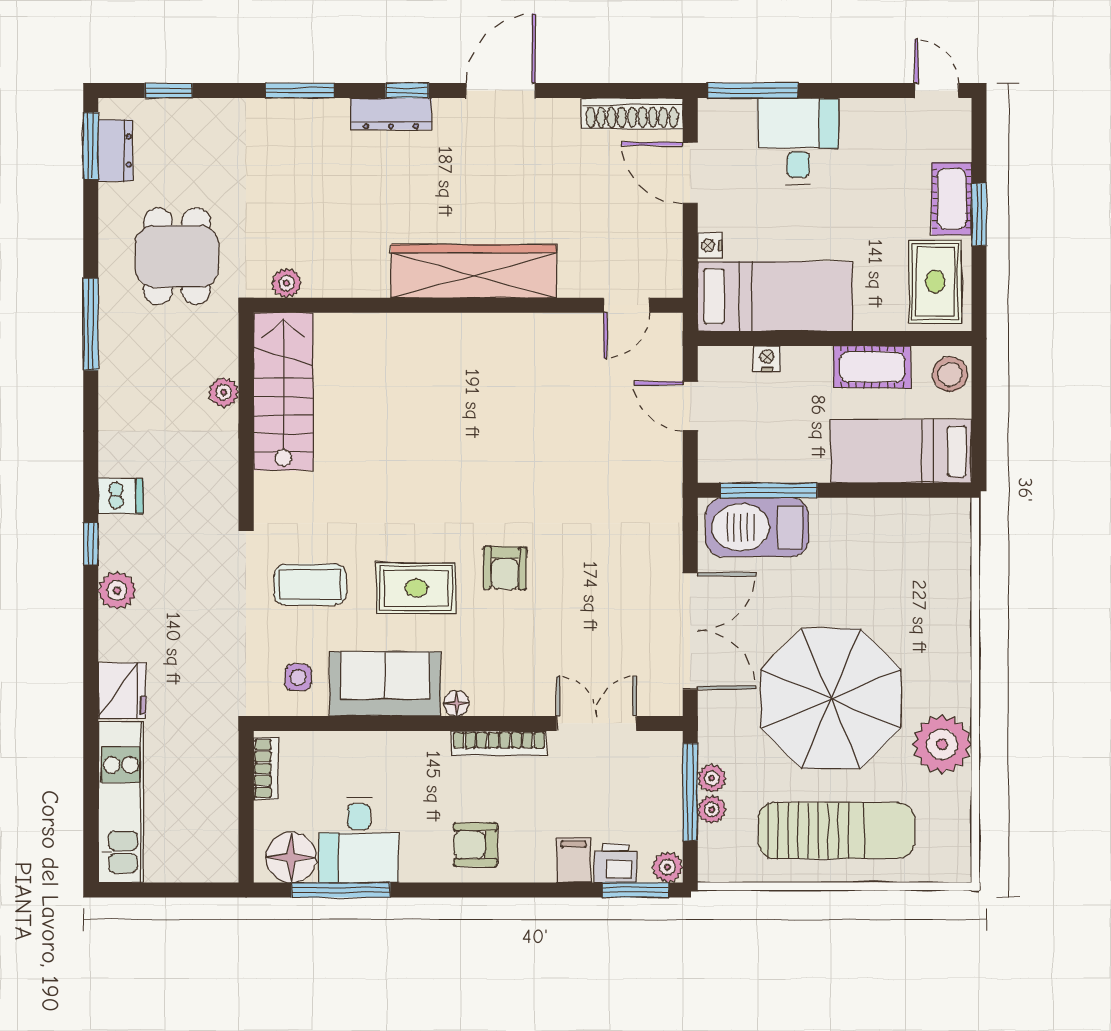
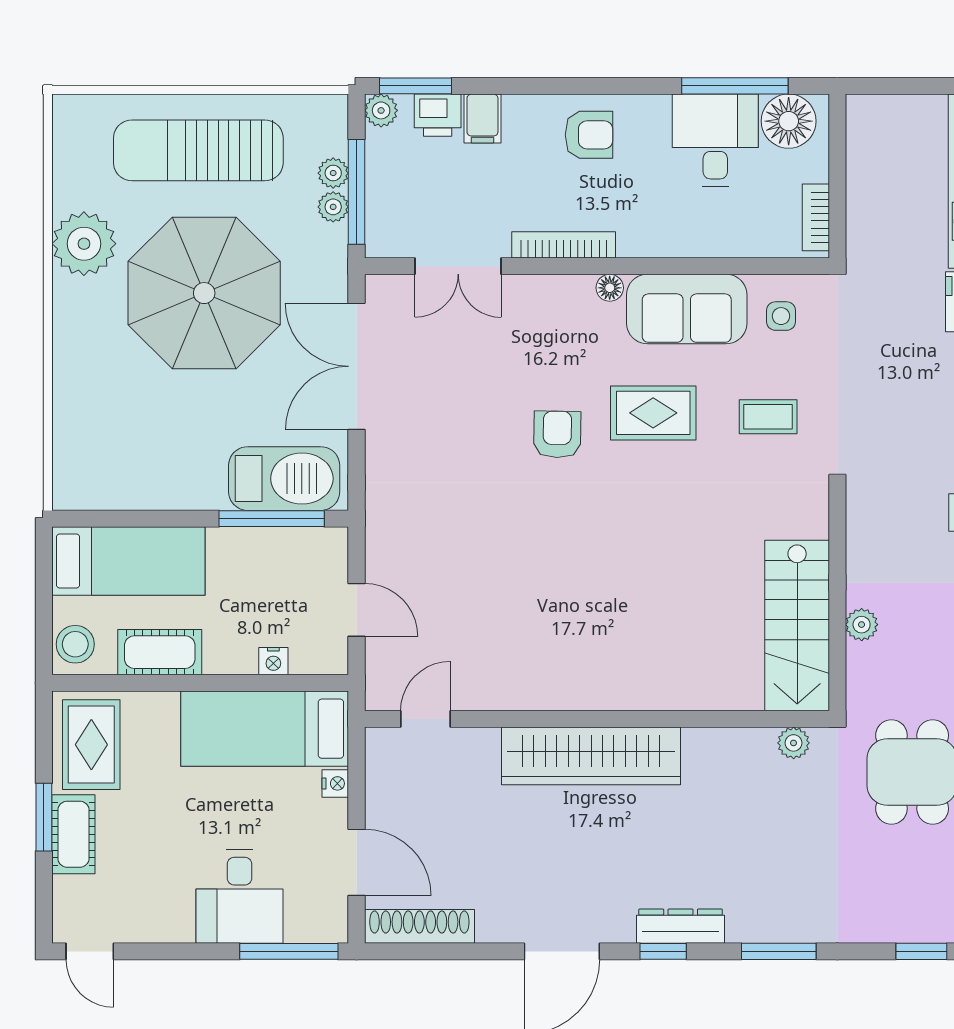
coffee table: (310, 584) -> (768, 417), width x0.73, depth x0.77

